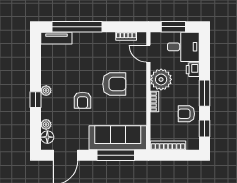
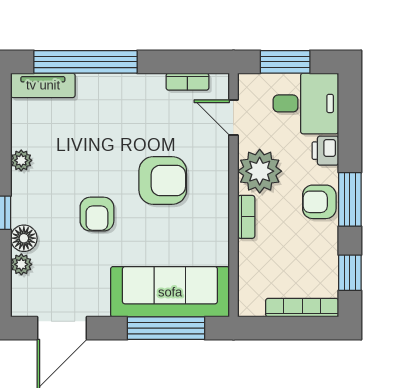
plant: (46, 91) -> (21, 160), moved
armchair: (186, 114) -> (319, 202), moved
floor lamp: (47, 137) -> (24, 238), moved
bookcase: (168, 145) -> (302, 308), moved

